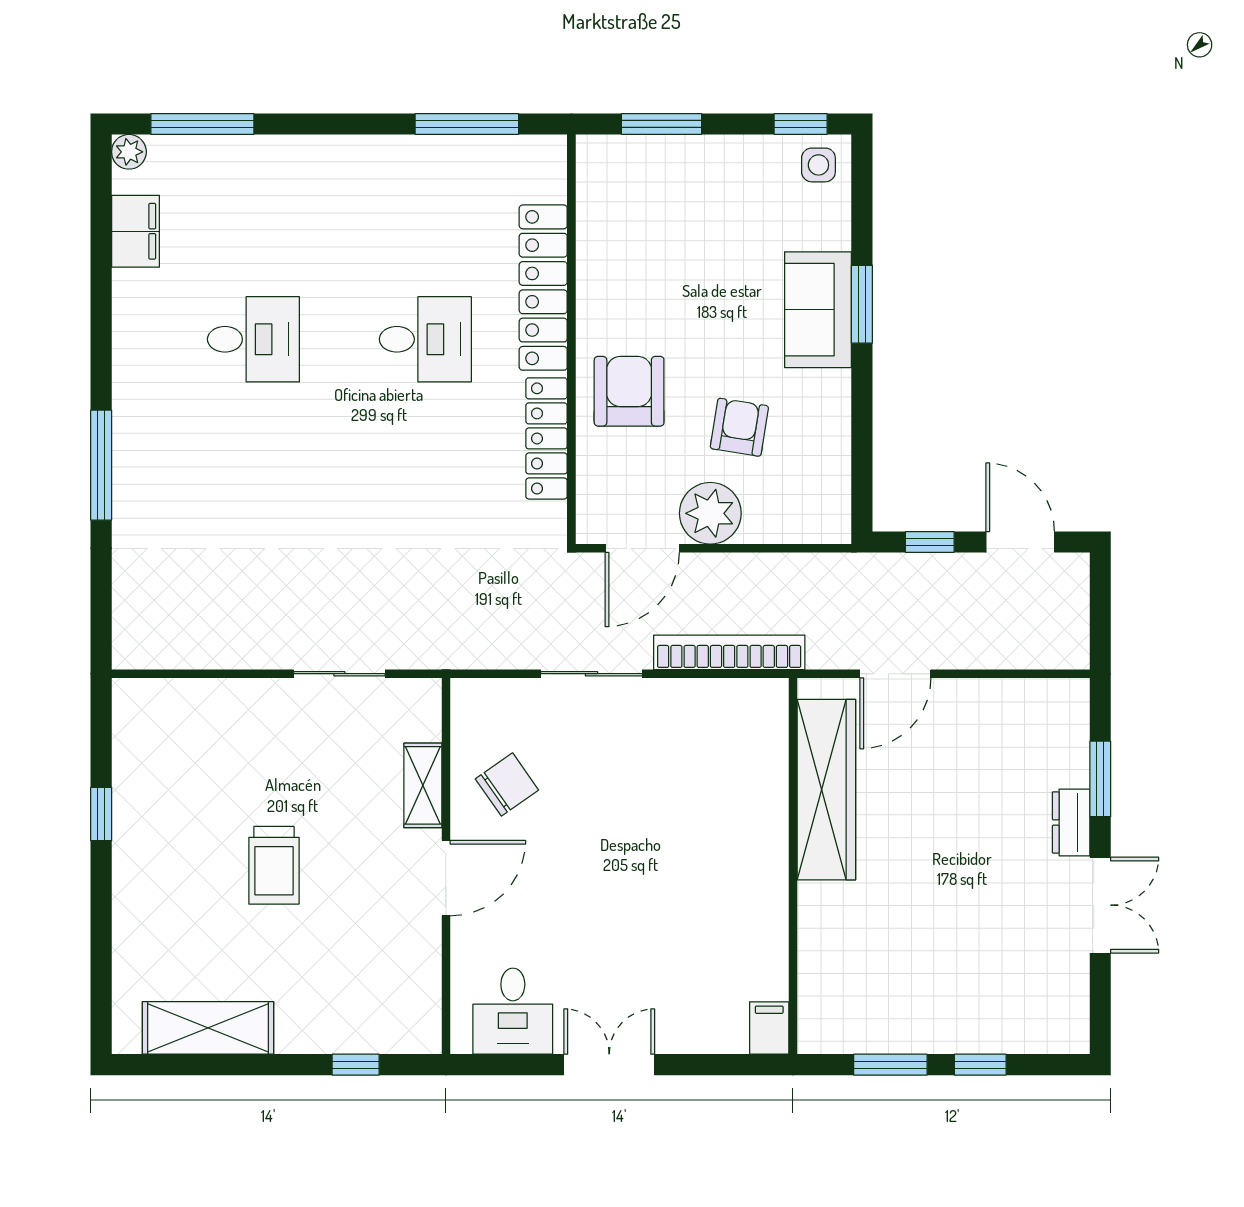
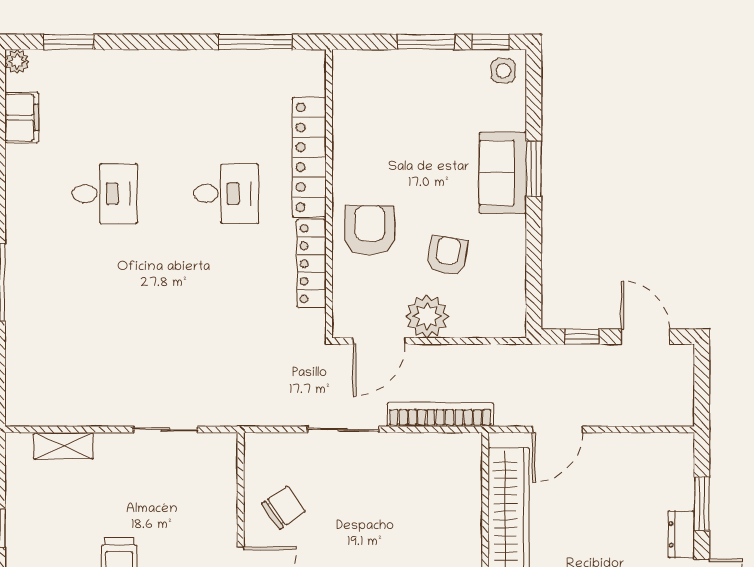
window: (202, 124) -> (69, 42), width x0.69
window: (661, 124) -> (426, 42), moved
shelving: (423, 785) -> (63, 446), moved, turned 90

